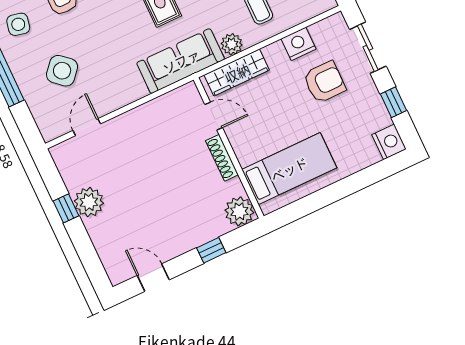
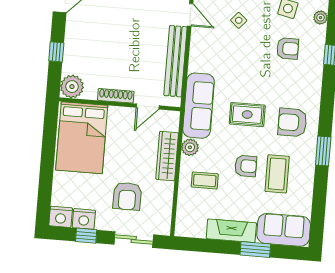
nightstand: (299, 44) -> (84, 219), moved, turned 90
side table: (62, 71) -> (239, 20), width x0.54, depth x0.54
wardrobe: (237, 73) -> (167, 156), moved
bench: (146, 114) -> (176, 61), added
bed: (289, 169) -> (82, 138), width x1.50

